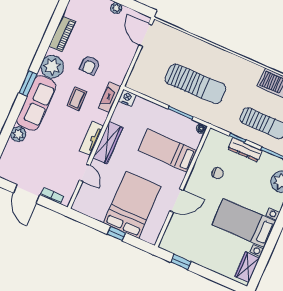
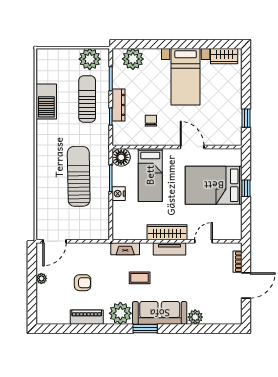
armchair: (90, 65) -> (83, 283), moved
nightstand: (127, 98) -> (119, 194), moved
floor lamp: (201, 129) -> (121, 157), width x1.89, depth x1.89

